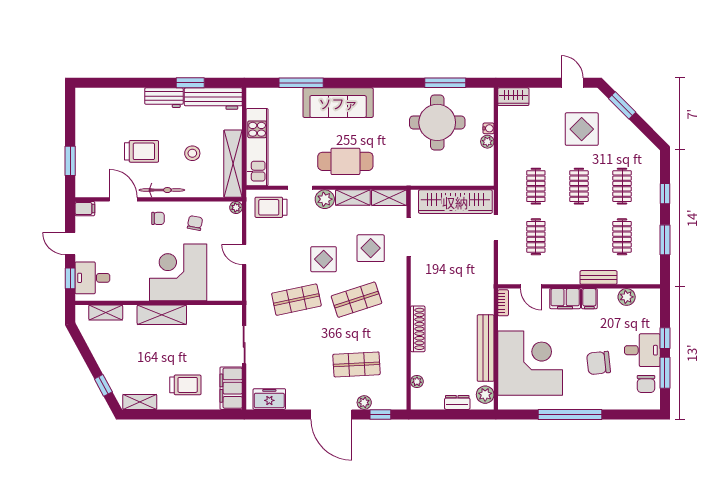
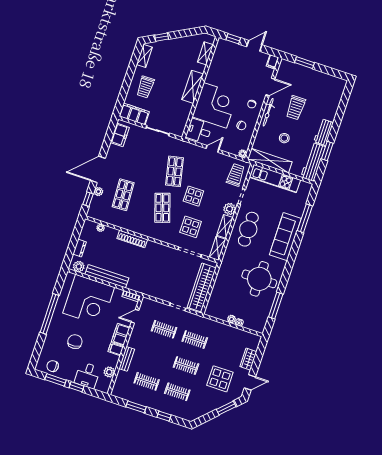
wardrobe: (513, 97) -> (248, 359), moved
round table: (437, 122) -> (259, 279), moved
desk: (92, 278) -> (199, 131), moved, turned -90
desk: (642, 350) -> (87, 375), moved

